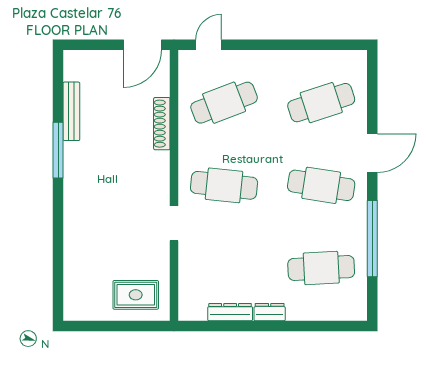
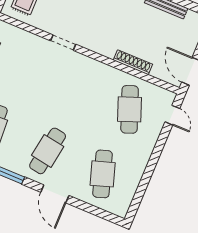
cafe table: (224, 185) -> (75, 86), removed

